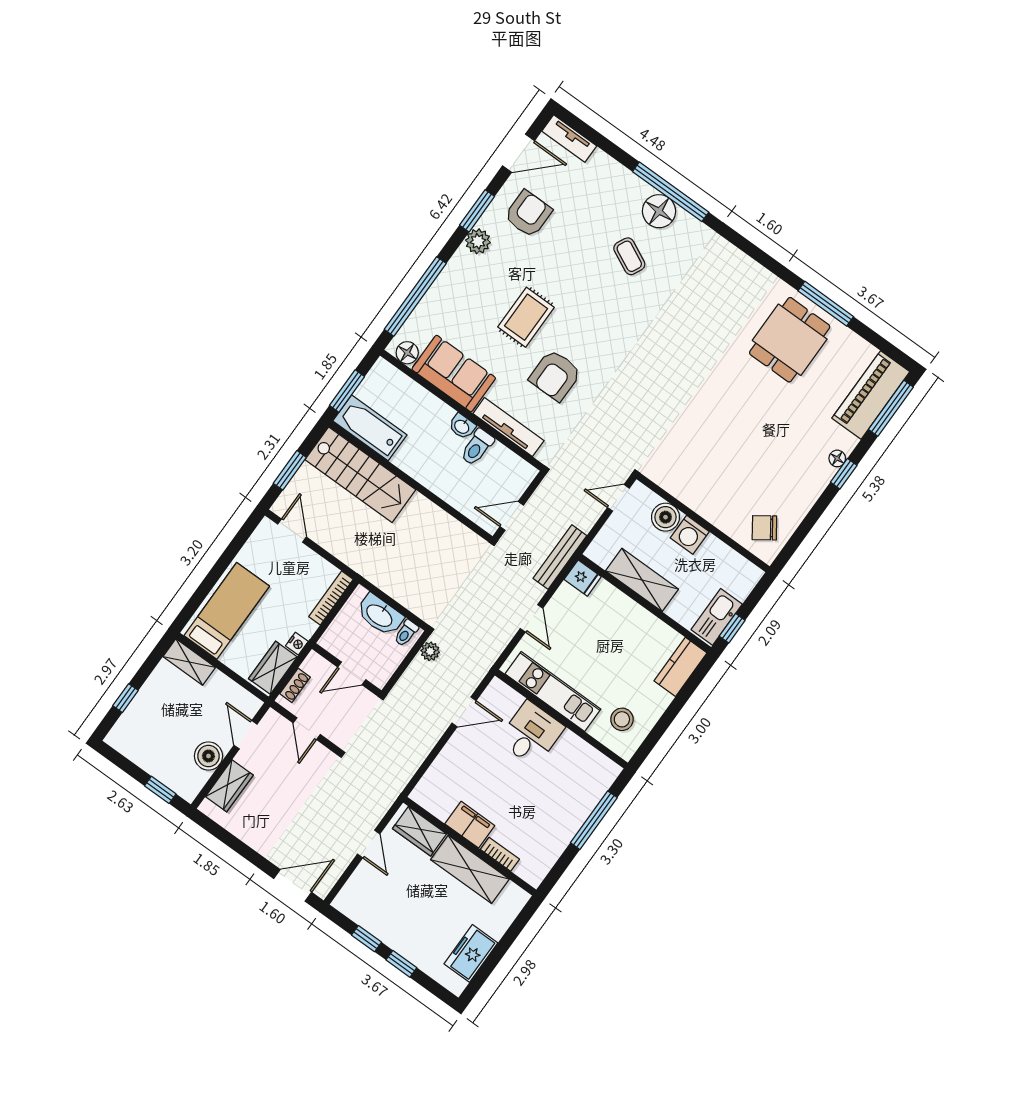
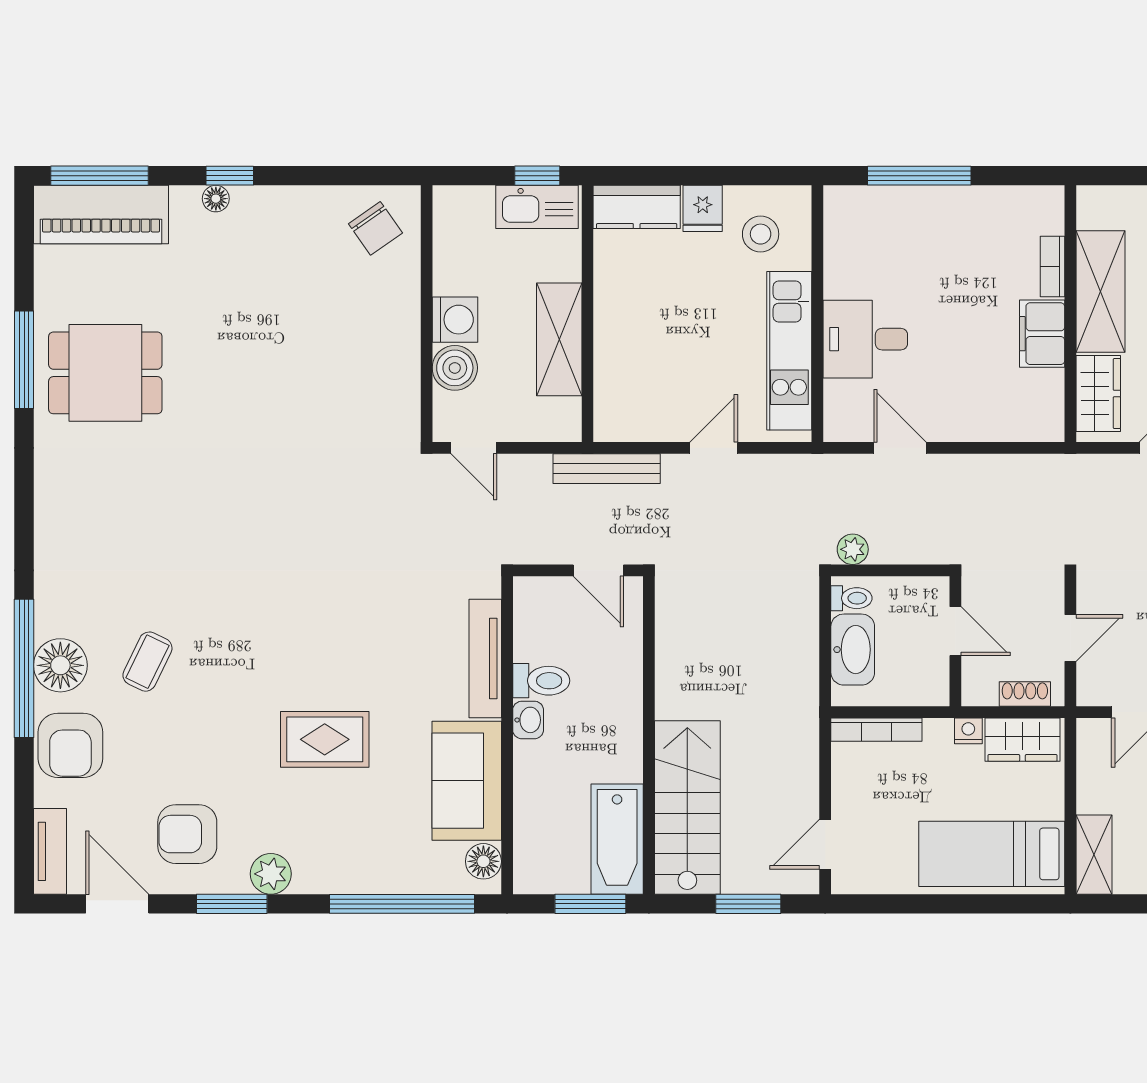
armchair: (555, 375) -> (70, 745), moved, turned 90
fridge: (583, 578) -> (703, 208), moved, turned 180

